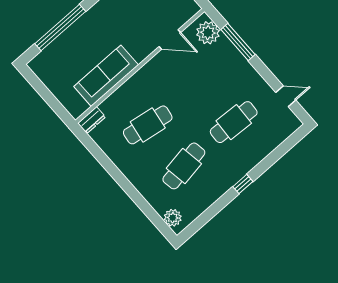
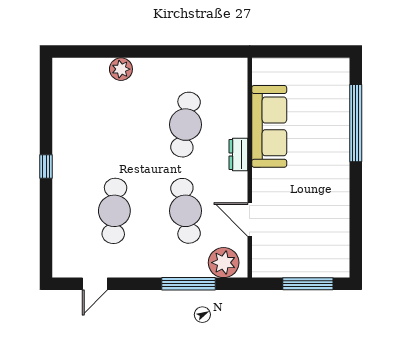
door: (170, 40) -> (250, 220), hinge flipped
dresser: (92, 120) -> (238, 154), moved
cafe table: (184, 166) -> (185, 211), moved
plant: (173, 218) -> (121, 69), moved

